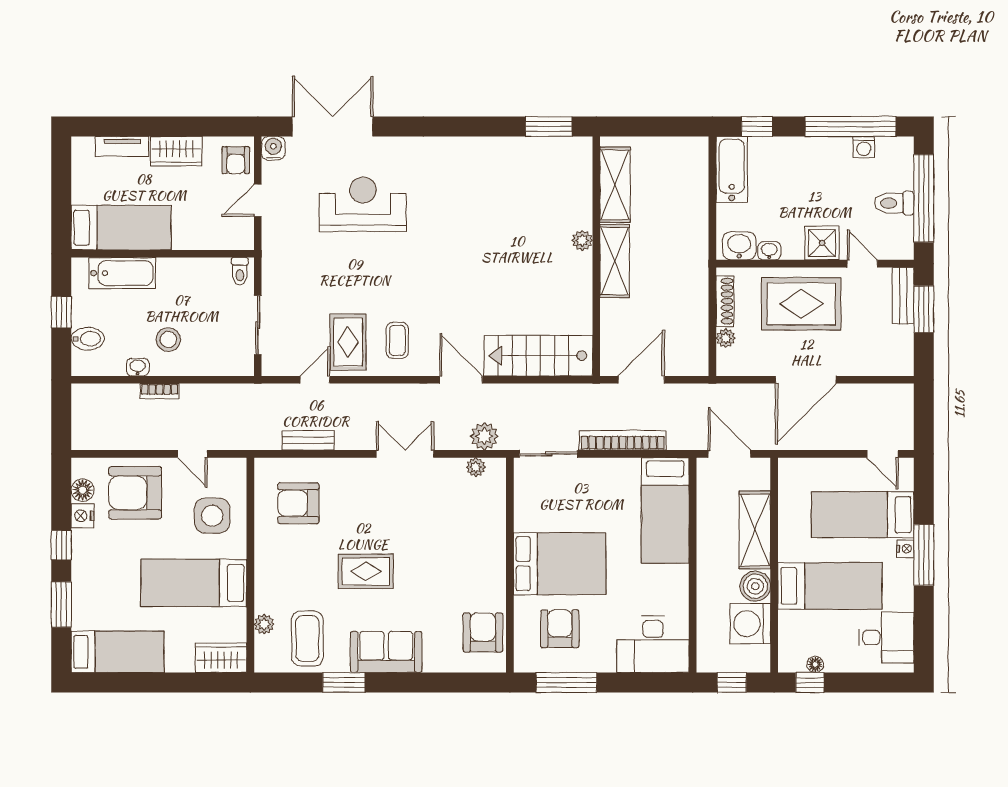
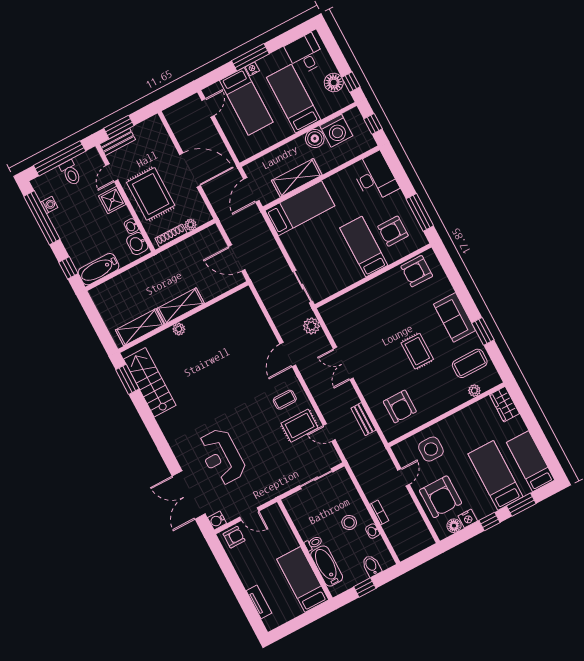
wardrobe: (176, 151) -> (246, 572), removed
toilet: (240, 271) -> (313, 543), moved
stairs: (538, 356) -> (150, 382), moved, turned 180
bookcase: (623, 440) -> (274, 251), removed
plant: (476, 467) -> (330, 322), removed
shelving: (755, 530) -> (297, 178), moved
bed: (560, 564) -> (364, 247), width x0.67
bed: (194, 583) -> (496, 475), moved, turned 180
floor lamp: (815, 664) -> (334, 82), width x1.89, depth x1.89

